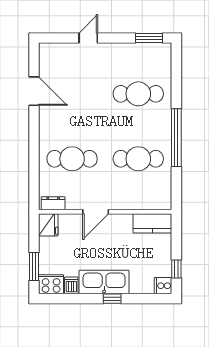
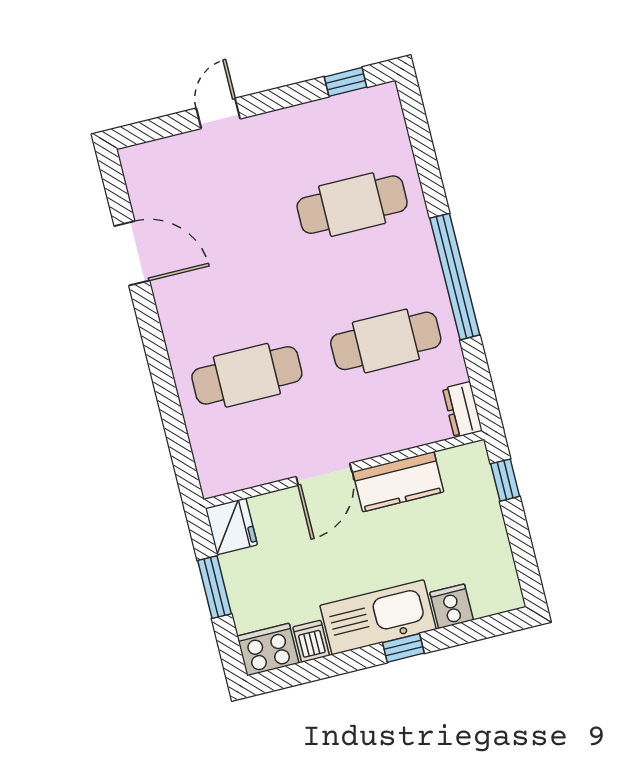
window: (149, 38) -> (346, 82), width x0.67
dresser: (53, 203) -> (462, 410), moved, turned -90
kitchen counter: (152, 223) -> (398, 482), moved
window: (34, 266) -> (214, 587), moved
window: (176, 269) -> (505, 480), moved
cooker: (163, 286) -> (452, 606), moved, turned 90

